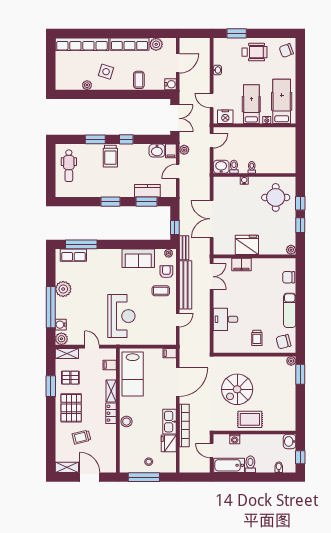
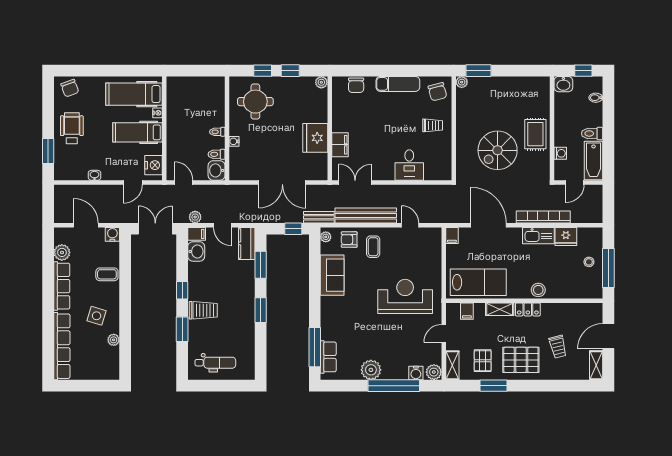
kitchen counter: (147, 191) -> (247, 243), moved
spiral stairs: (237, 389) -> (498, 150), turned 90

